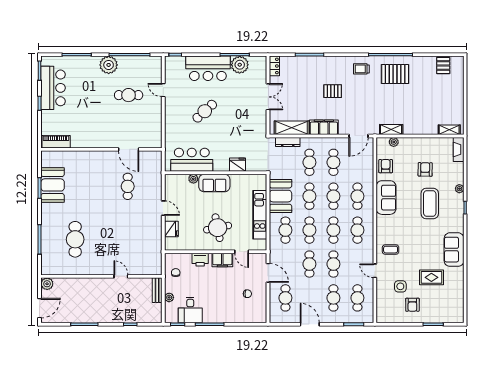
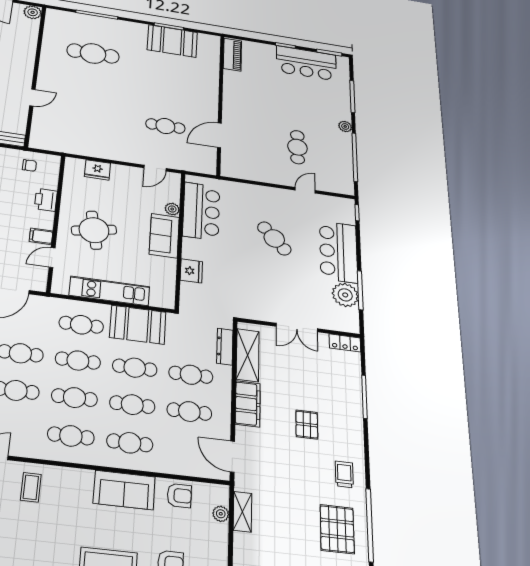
plant: (109, 65) -> (345, 126), width x0.53, depth x0.53
door: (163, 208) -> (155, 168), moved
filing cabinet: (222, 260) -> (41, 236), width x0.50

